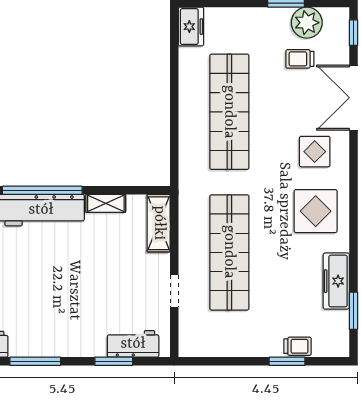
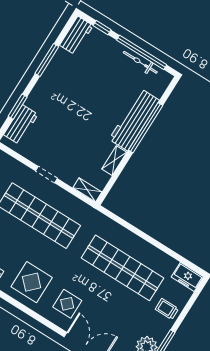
trolley: (300, 59) -> (167, 309), moved, turned -90
shelving: (159, 223) -> (87, 190), width x0.67, depth x0.75
doorway: (174, 291) -> (46, 175), moved

